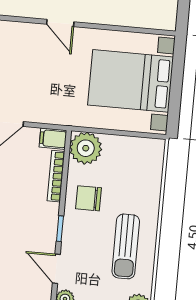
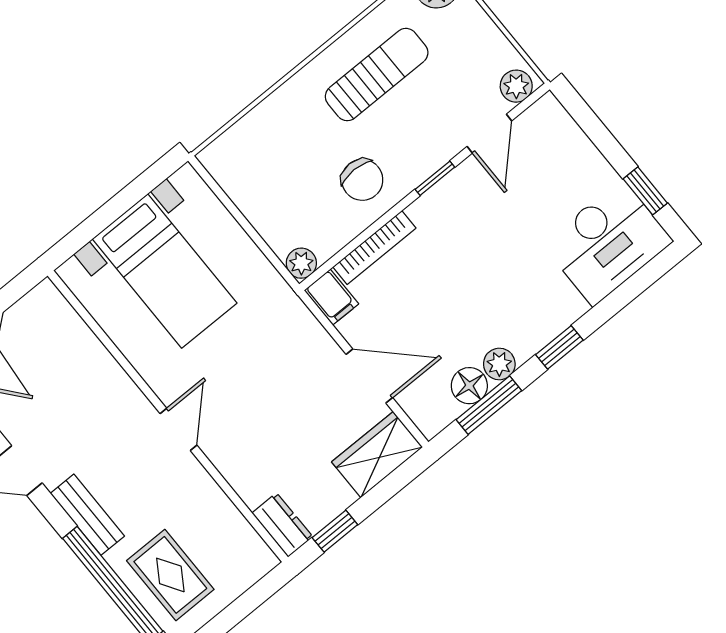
bed with nightstands: (131, 81) -> (165, 271), width x0.73
plant: (86, 148) -> (301, 263), width x0.53, depth x0.53

